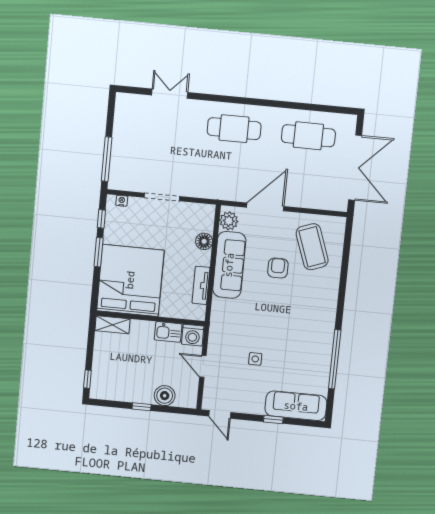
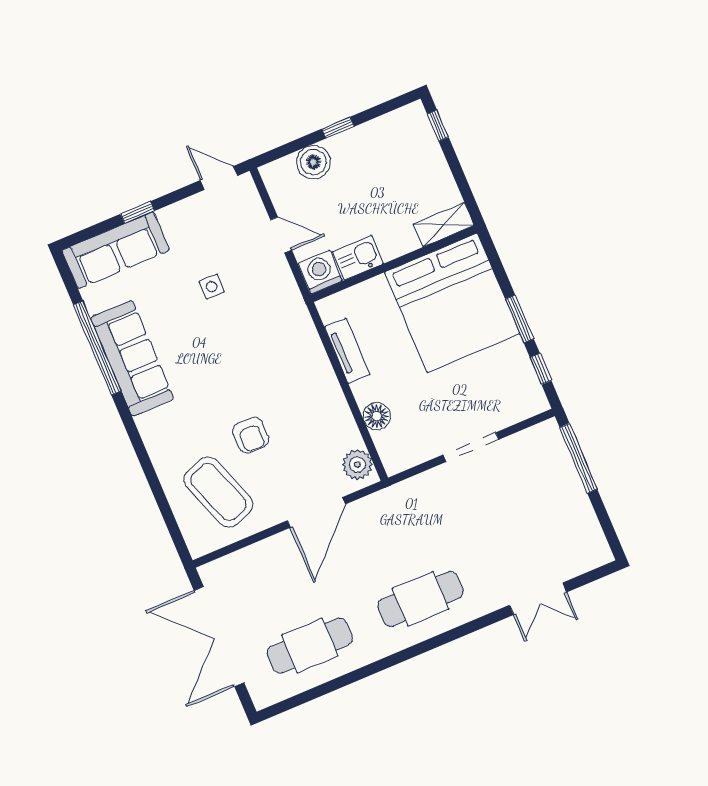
nightstand: (122, 201) -> (525, 411), removed
sofa: (229, 265) -> (132, 358), moved, turned 180

